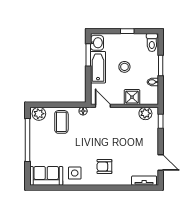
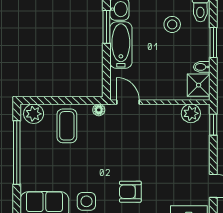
stool: (124, 67) -> (172, 24), moved
shower: (132, 97) -> (199, 85), moved

